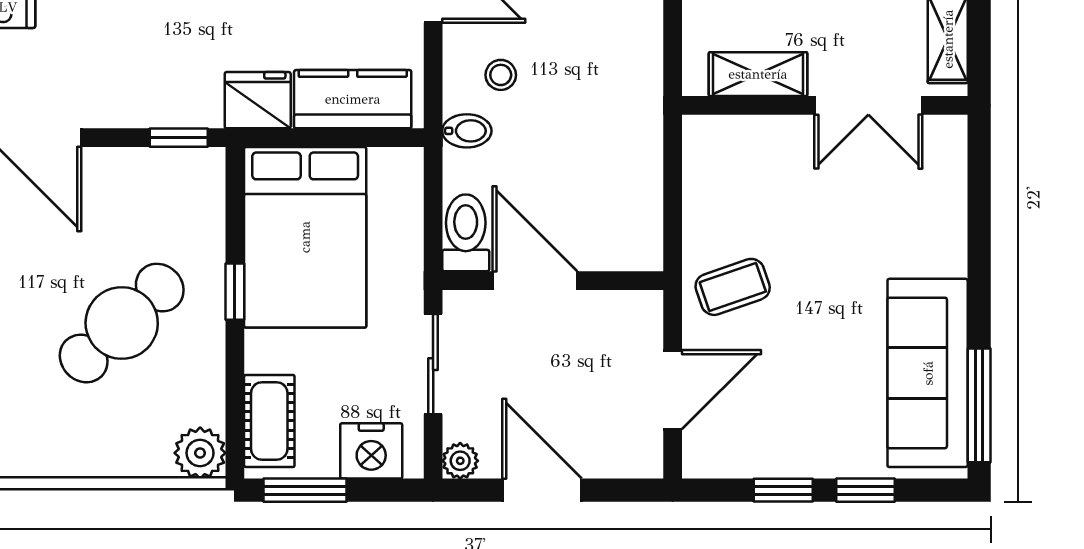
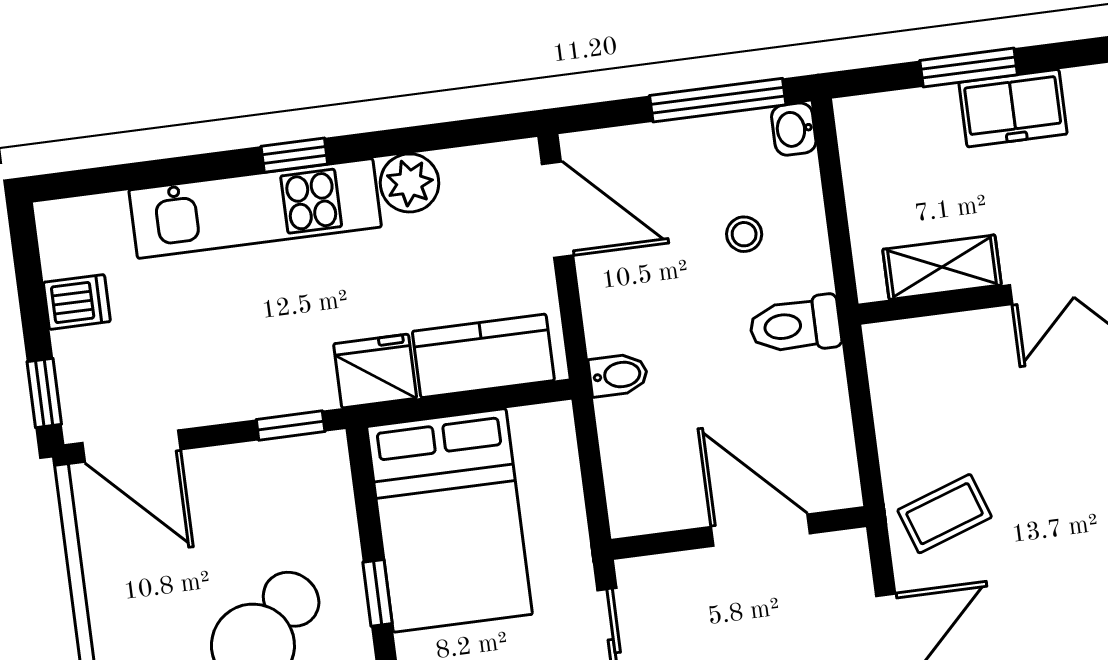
stool: (501, 75) -> (744, 234), moved
toilet: (466, 233) -> (795, 325), moved, turned -90
door: (535, 281) -> (760, 530), moved

